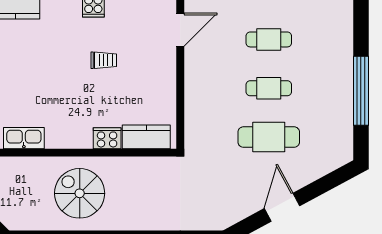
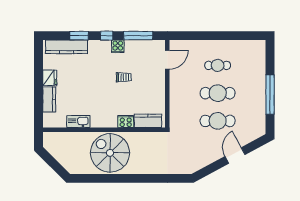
cafe table: (269, 88) -> (218, 93), width x1.37, depth x1.35
spiral stairs: (80, 193) -> (110, 153), width x1.37, depth x1.37
door: (282, 207) -> (235, 155), moved

